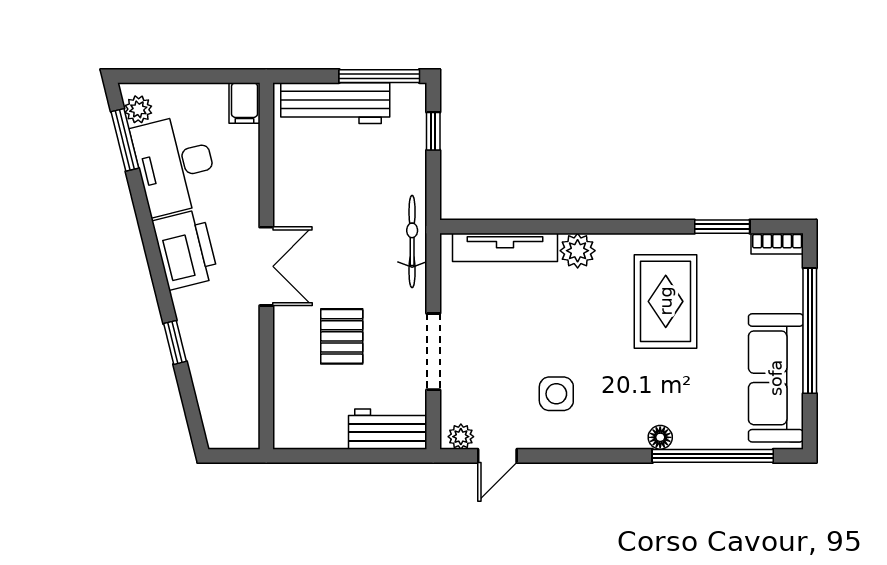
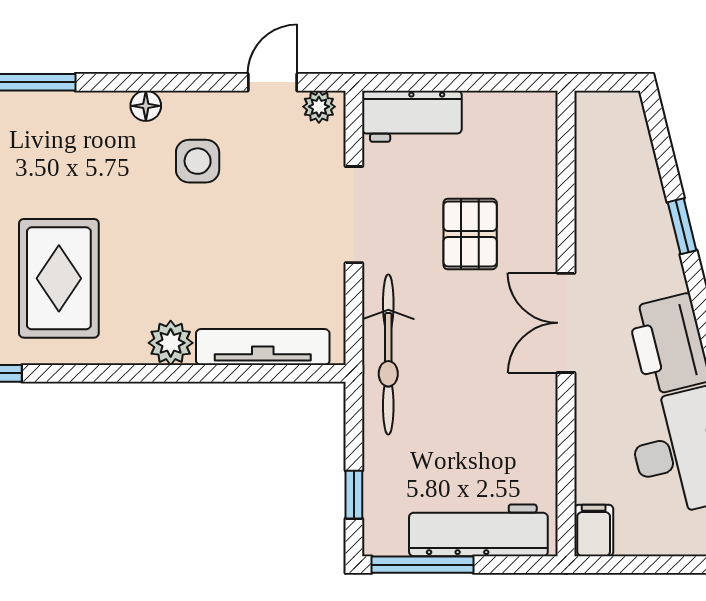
bicycle: (412, 242) -> (388, 354), width x1.37, depth x1.40
floor lamp: (660, 437) -> (146, 106), moved

